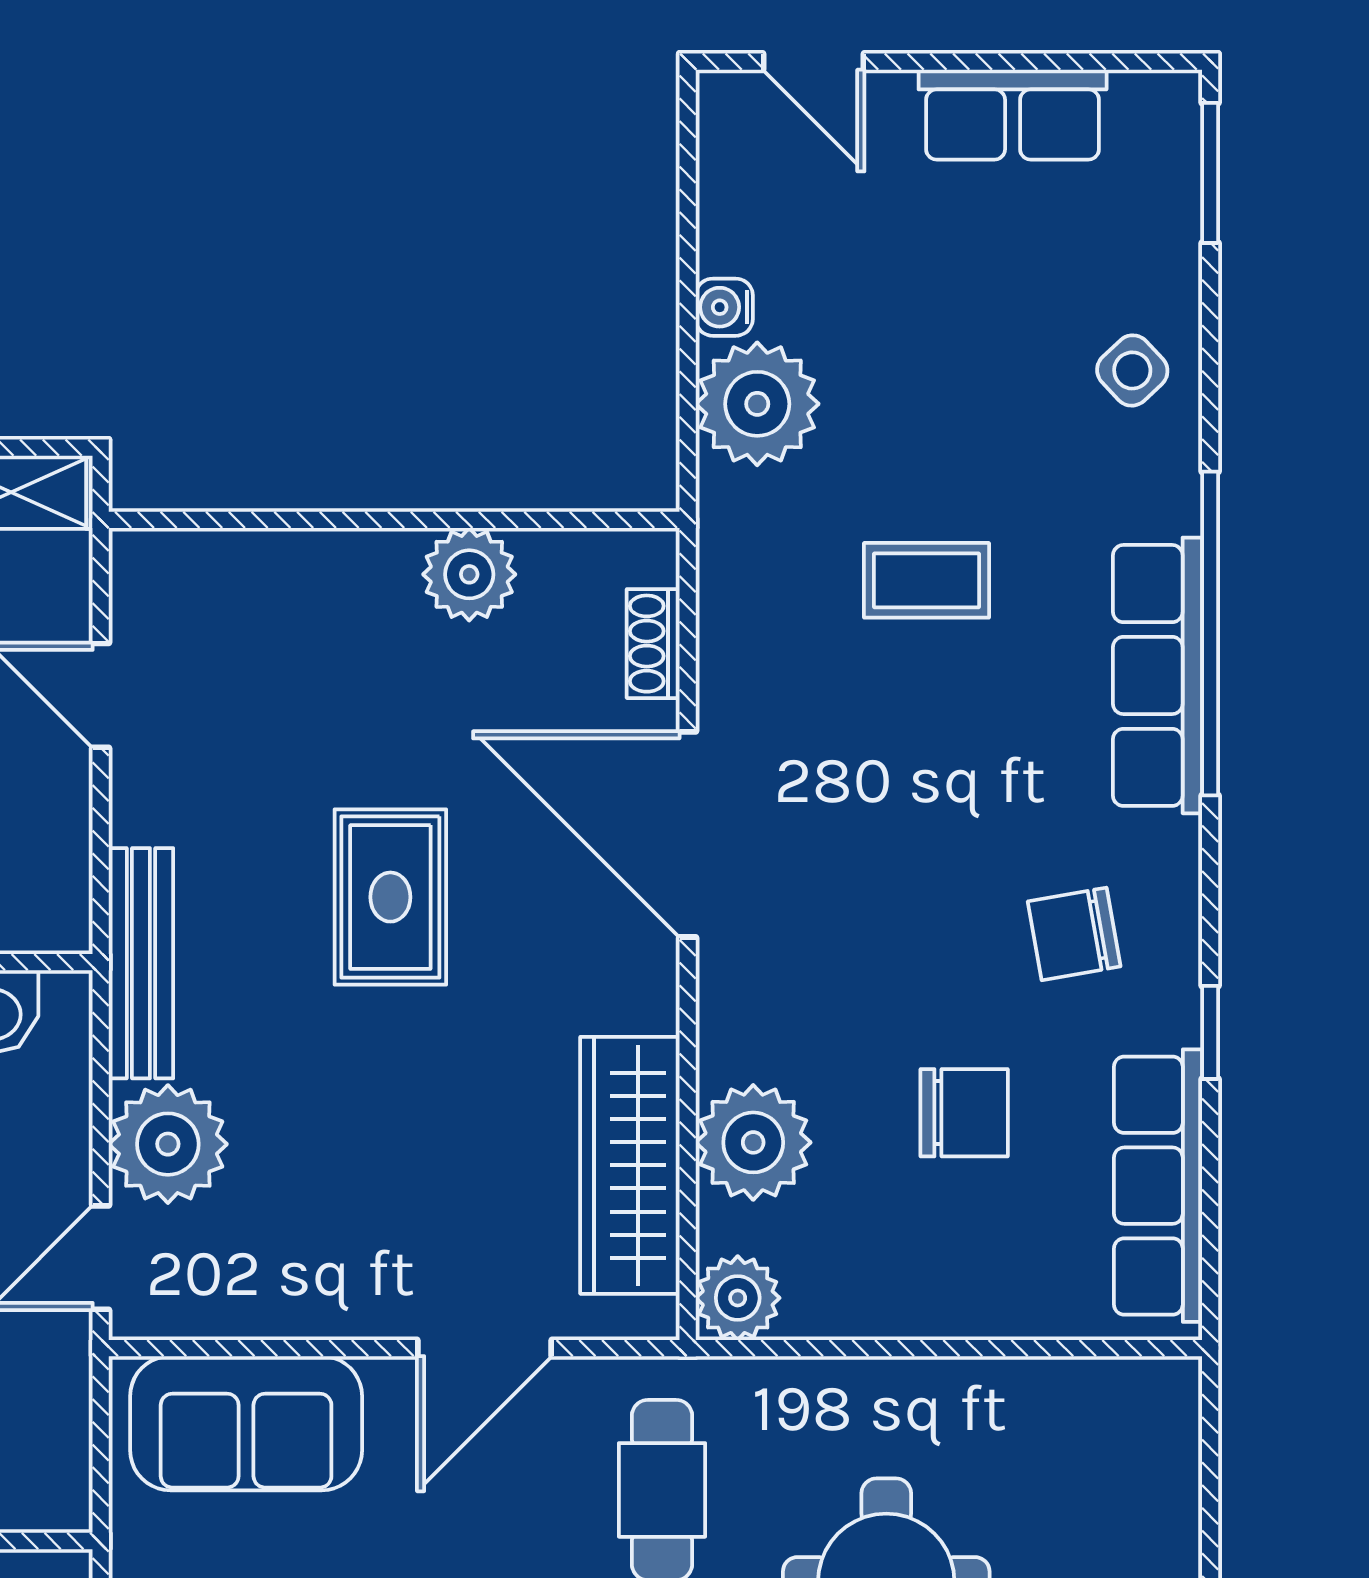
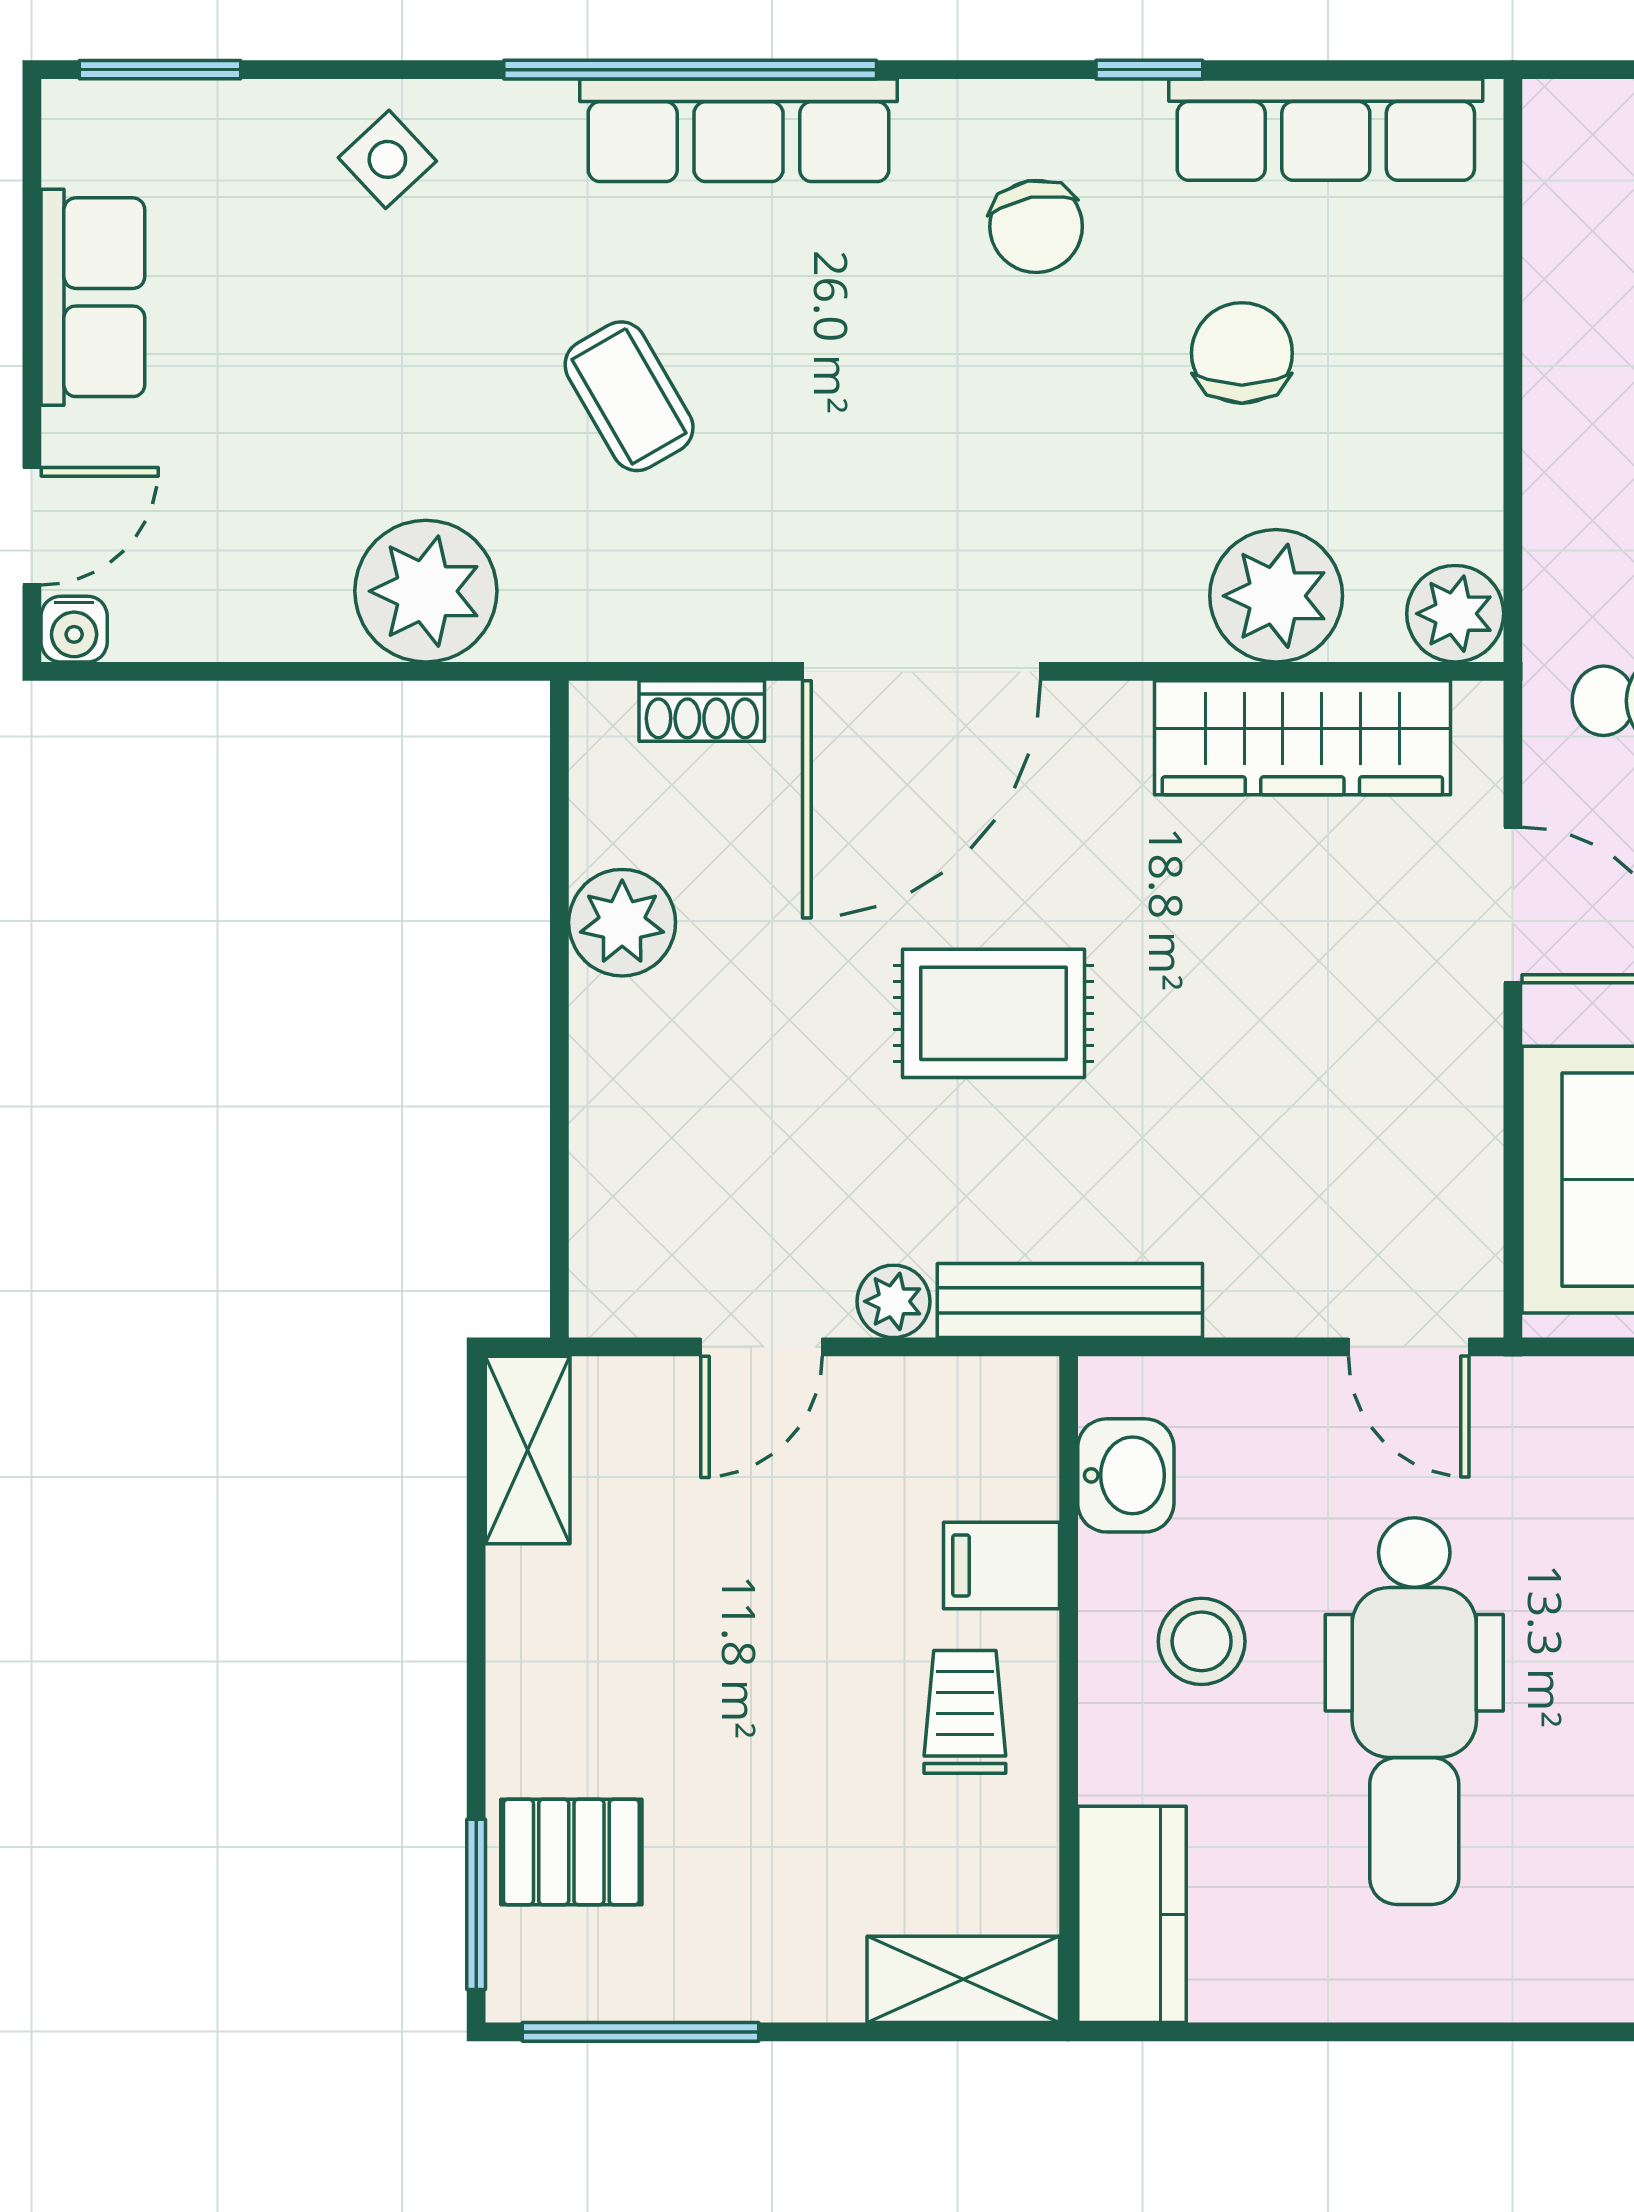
water cooler: (724, 307) -> (74, 629), moved
coffee table: (927, 580) -> (629, 396), turned -30
plant: (168, 1144) -> (894, 1301), moved, width x0.53, depth x0.53

